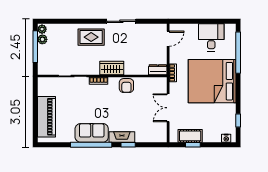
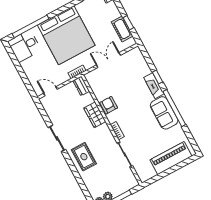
desk: (211, 37) -> (24, 46), moved
wardrobe: (112, 68) -> (95, 115), moved
armchair: (126, 86) -> (109, 105), turned -90
double door: (168, 108) -> (108, 60), swing flipped

